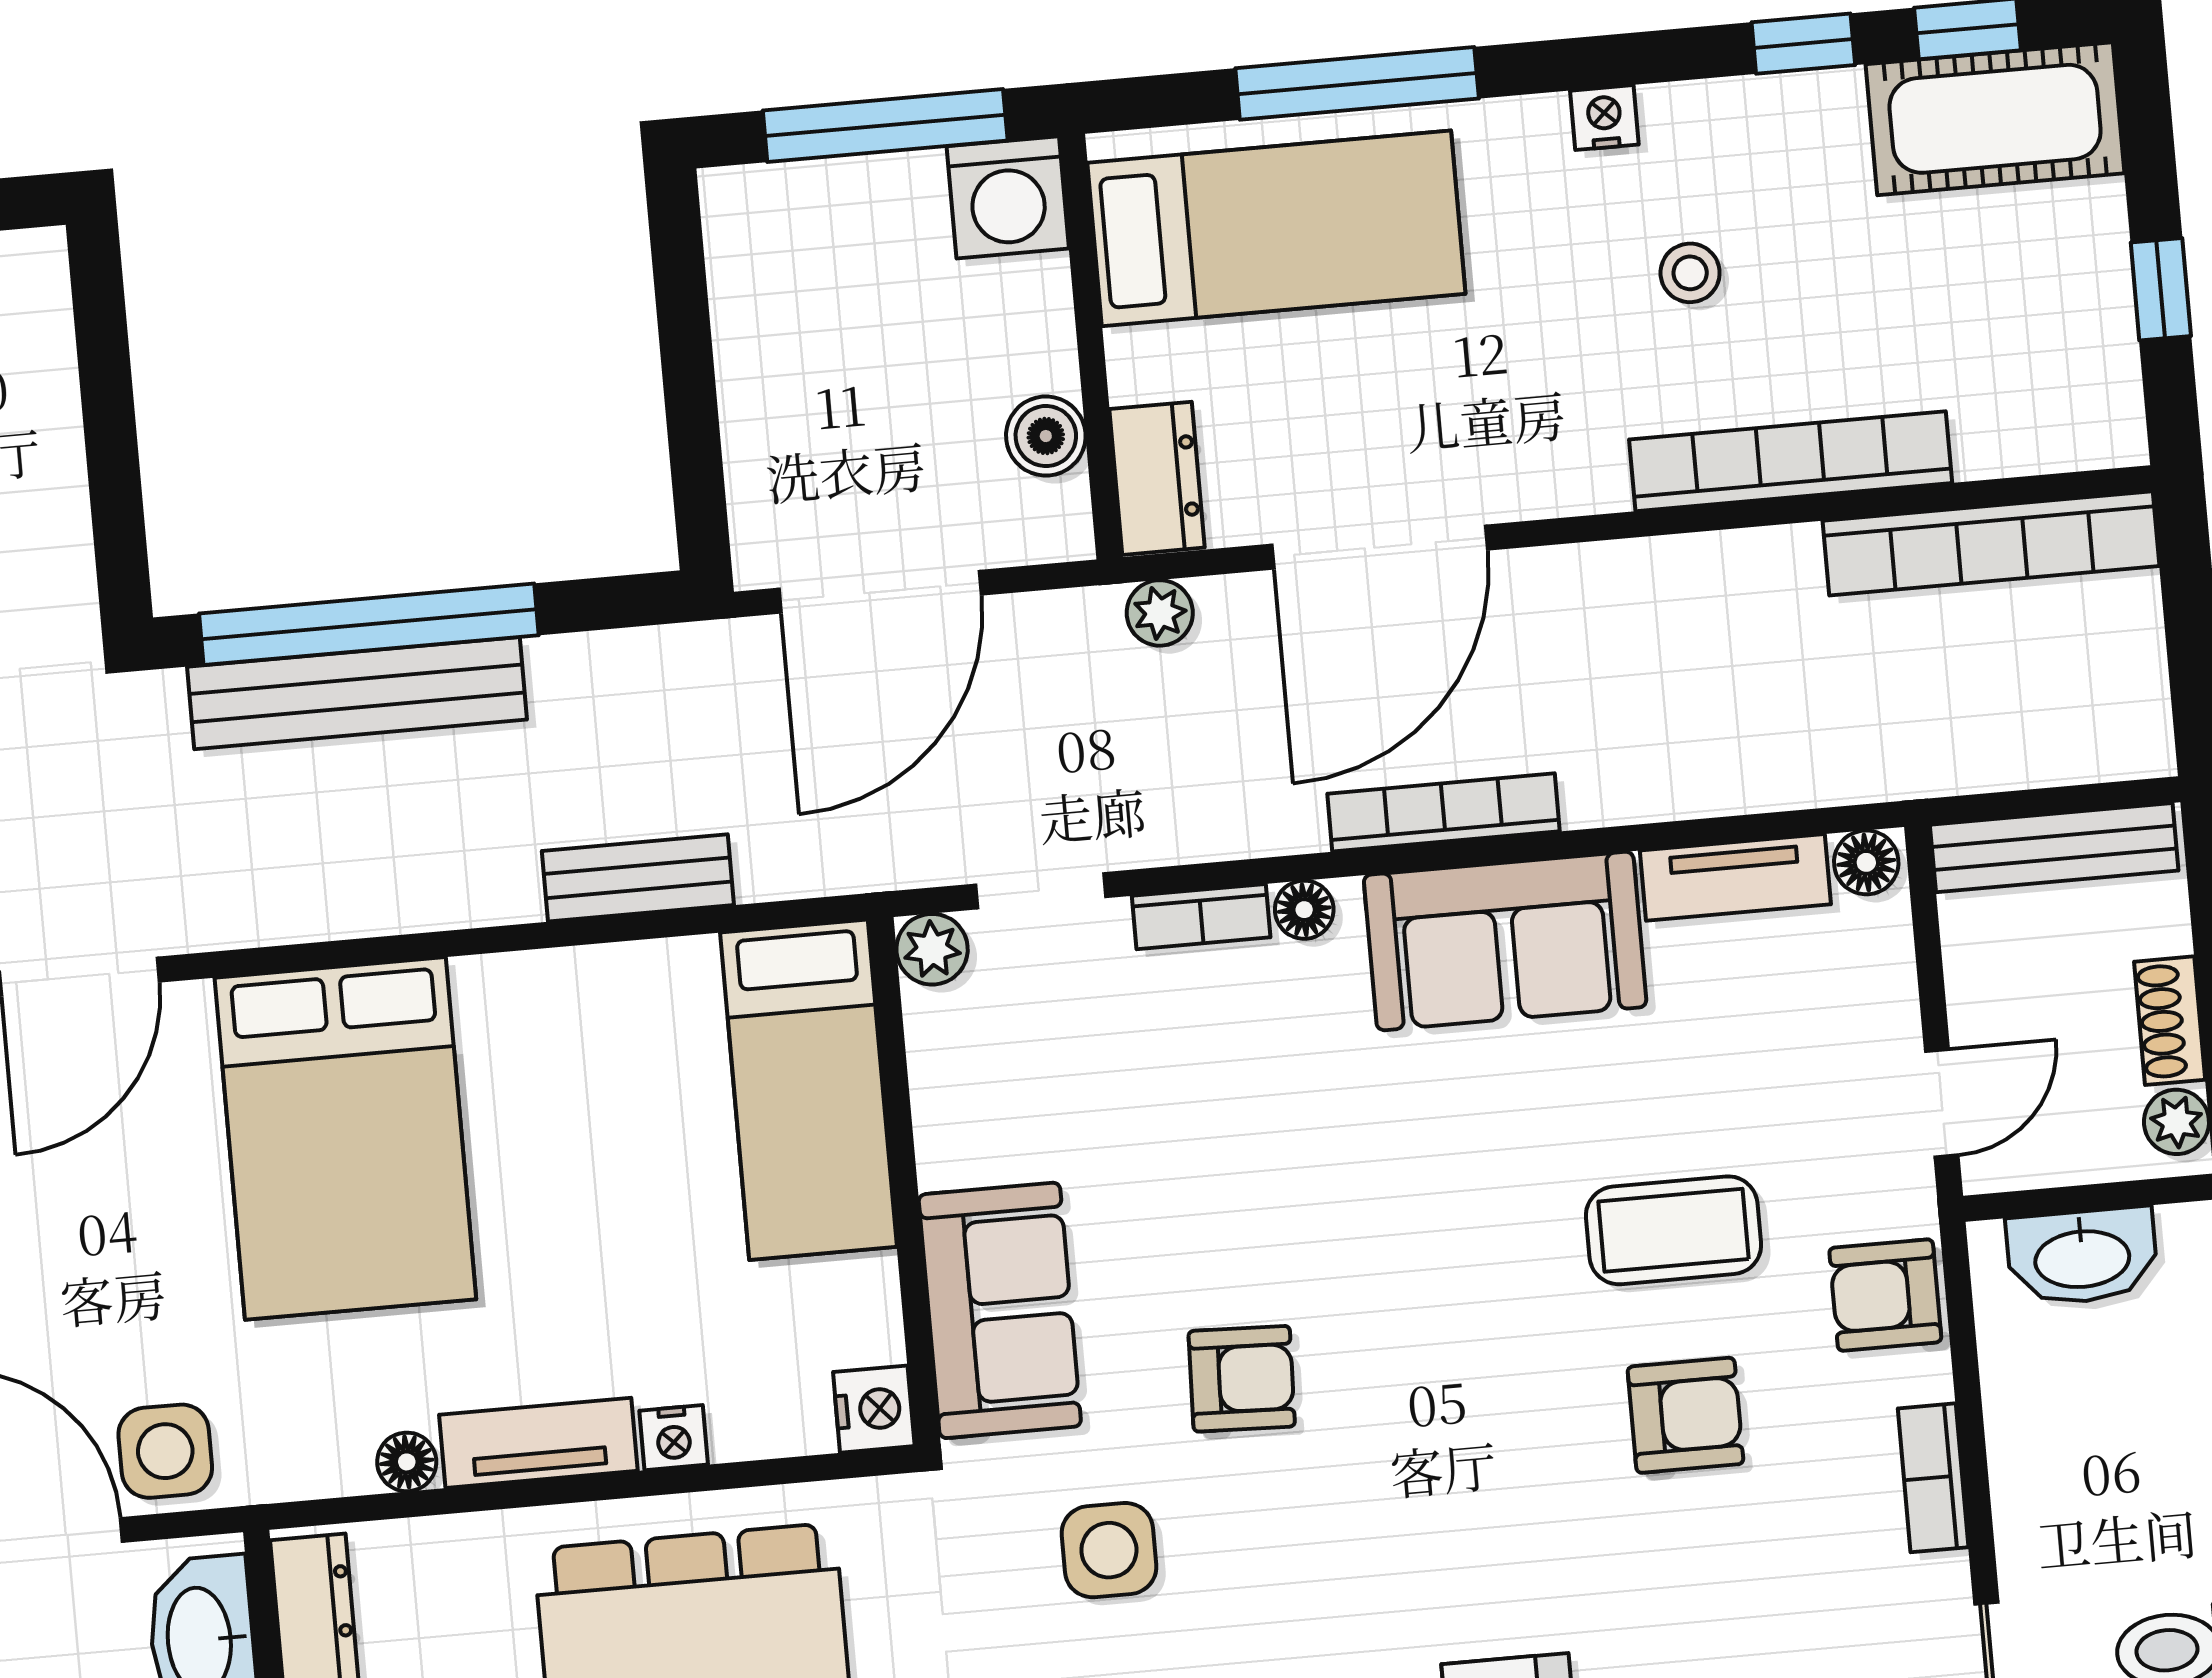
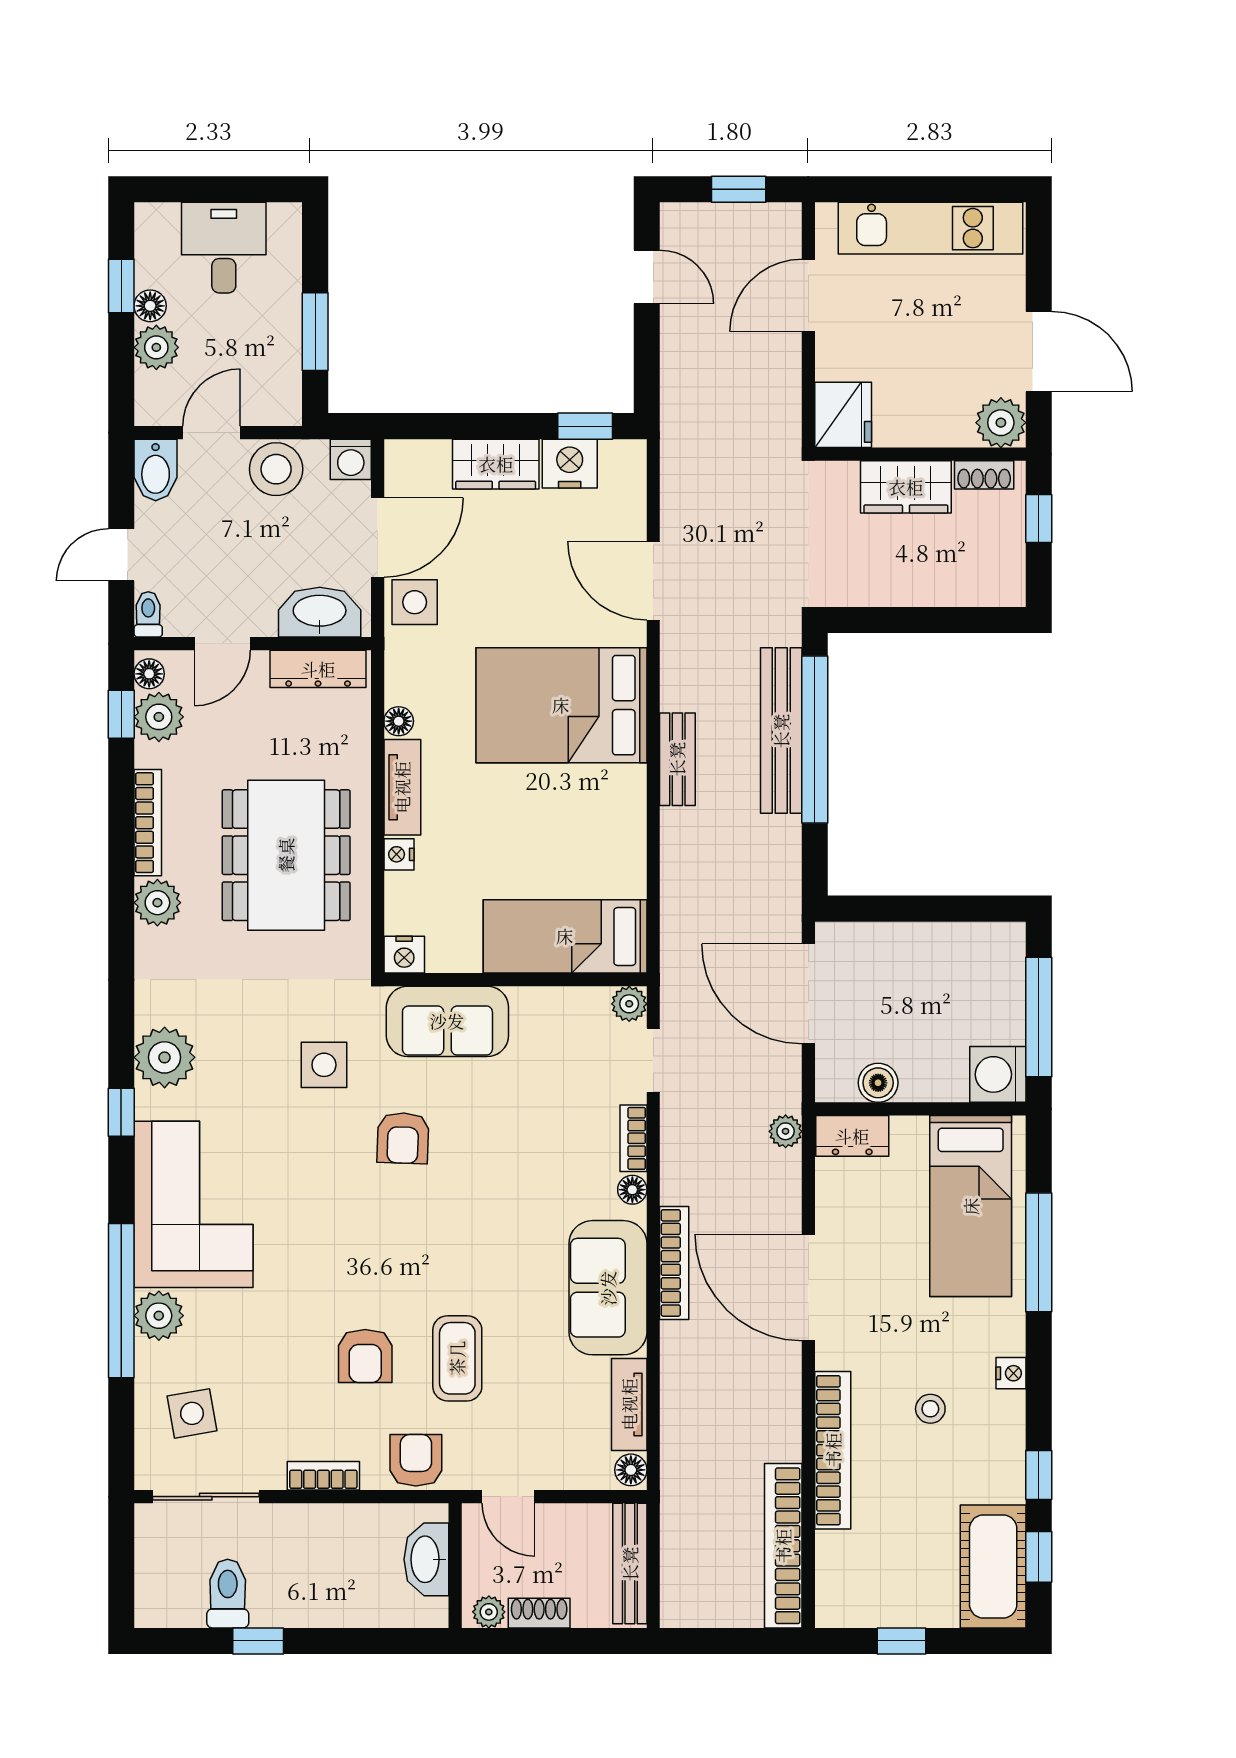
door: (1380, 547) -> (808, 1287), moved
bench: (638, 878) -> (677, 759), moved

